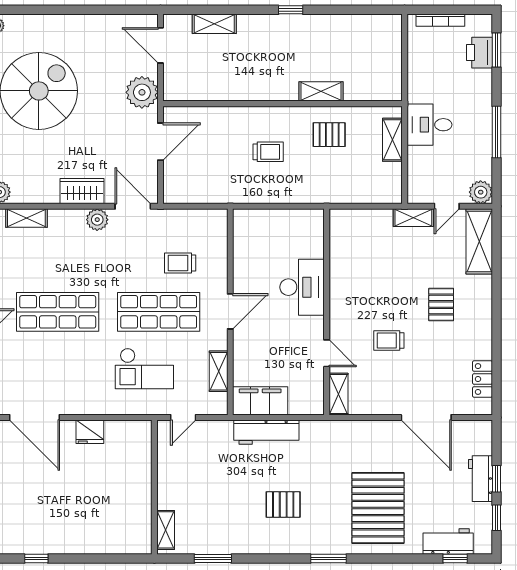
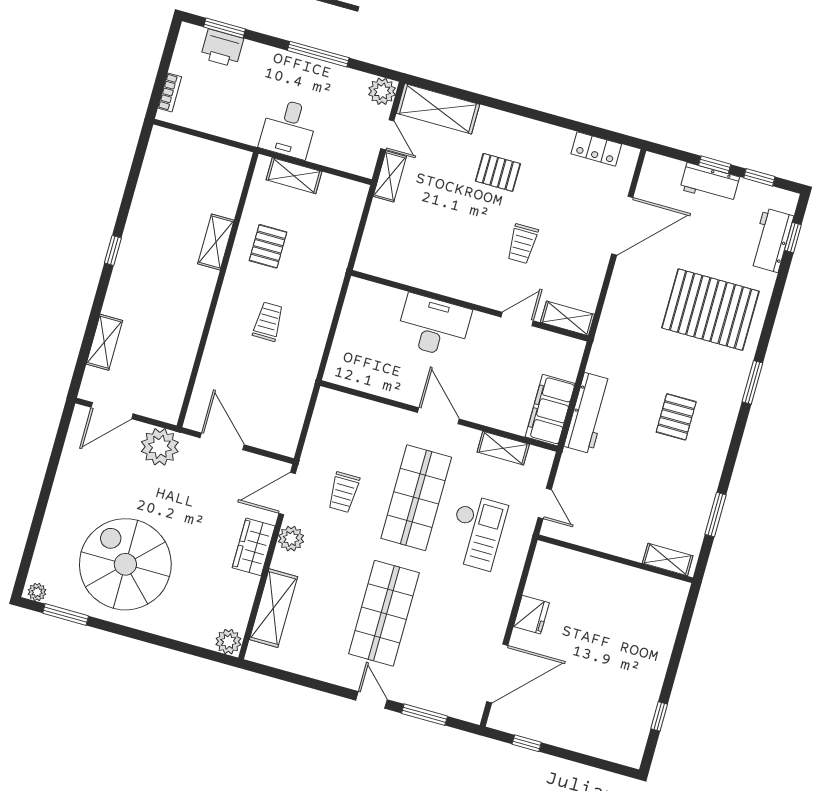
bookcase: (440, 20) -> (170, 92), width x0.64
shelving: (26, 218) -> (273, 608), width x1.50, depth x1.33
trolley: (180, 263) -> (344, 492), moved

